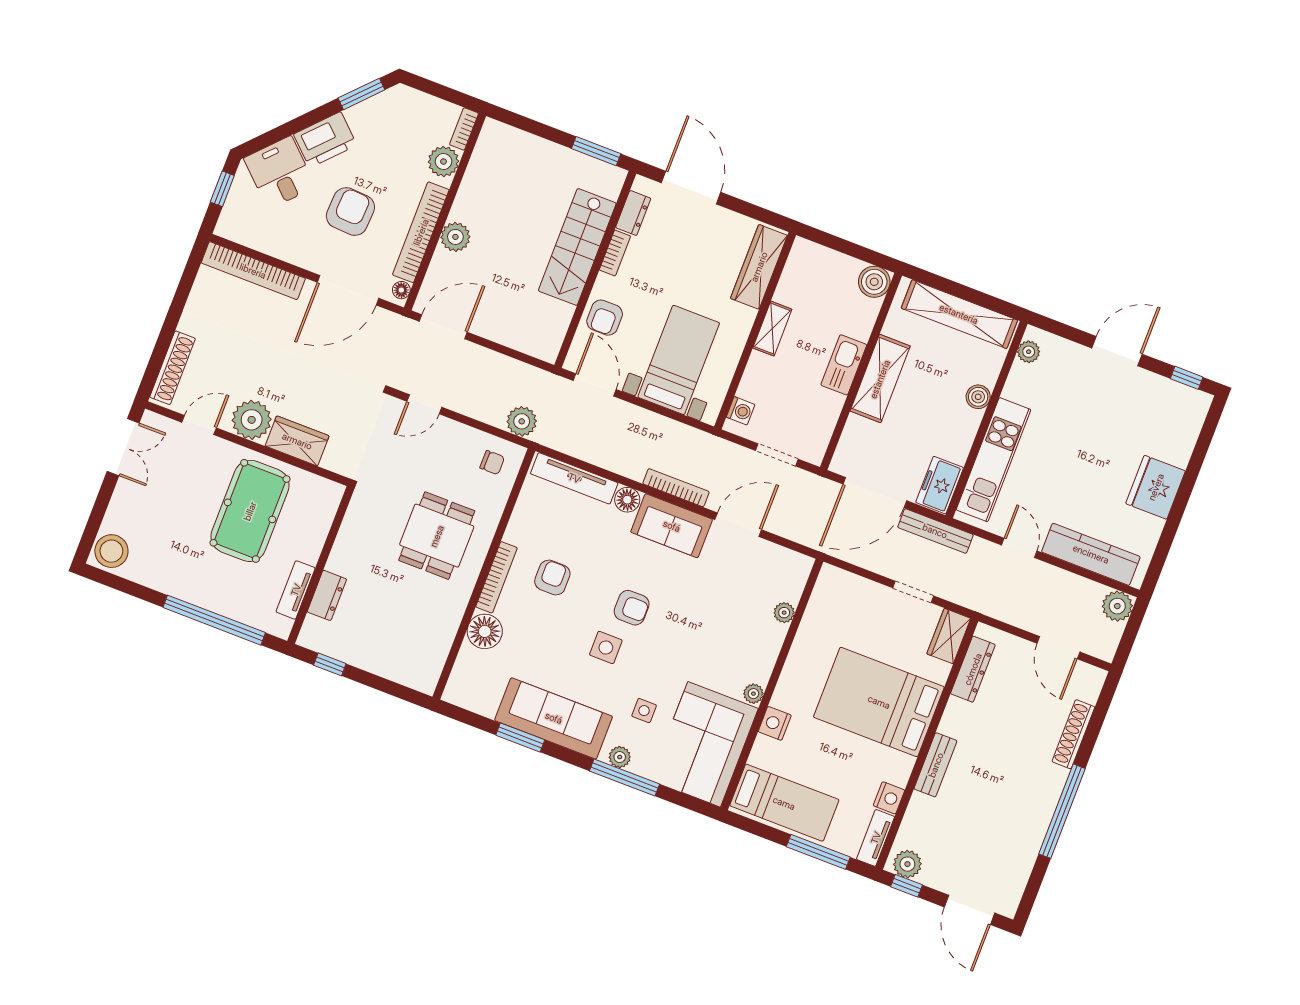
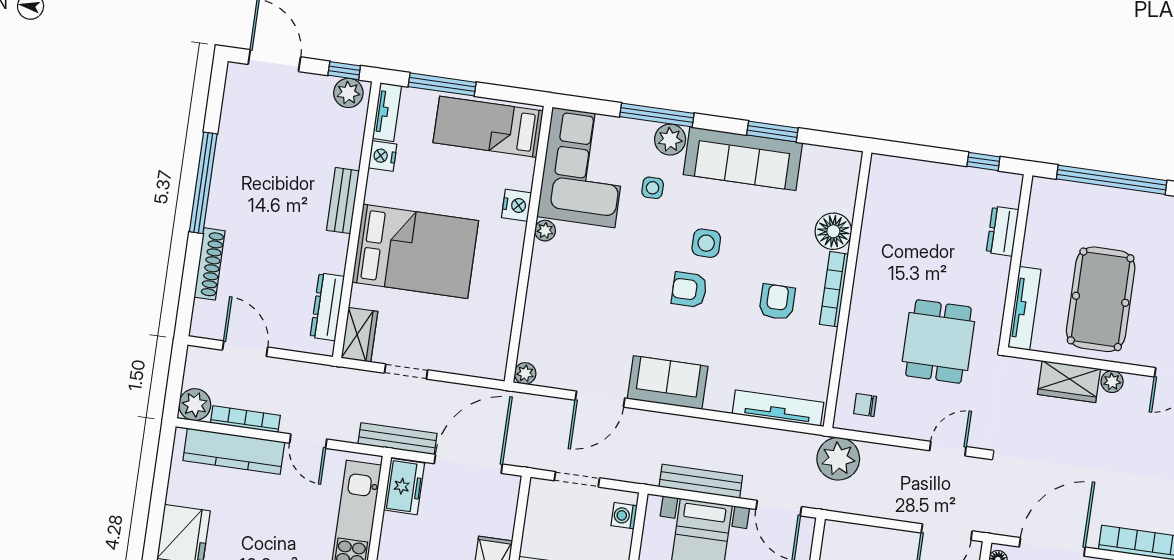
plant: (252, 420) -> (1112, 382), width x0.53, depth x0.53
plant: (522, 421) -> (838, 459), width x1.36, depth x1.36
bench: (662, 427) -> (701, 481), added
bookcase: (676, 488) -> (245, 419), moved, turned 180
floor lamp: (627, 500) -> (719, 399), removed
dining table: (437, 536) -> (938, 341), moved
armchair: (552, 578) -> (777, 302), turned 180
tv unit: (296, 590) -> (1024, 308), moved, width x1.41
plant: (784, 613) -> (525, 373), moved
plant: (620, 757) -> (670, 140), width x1.38, depth x1.38

